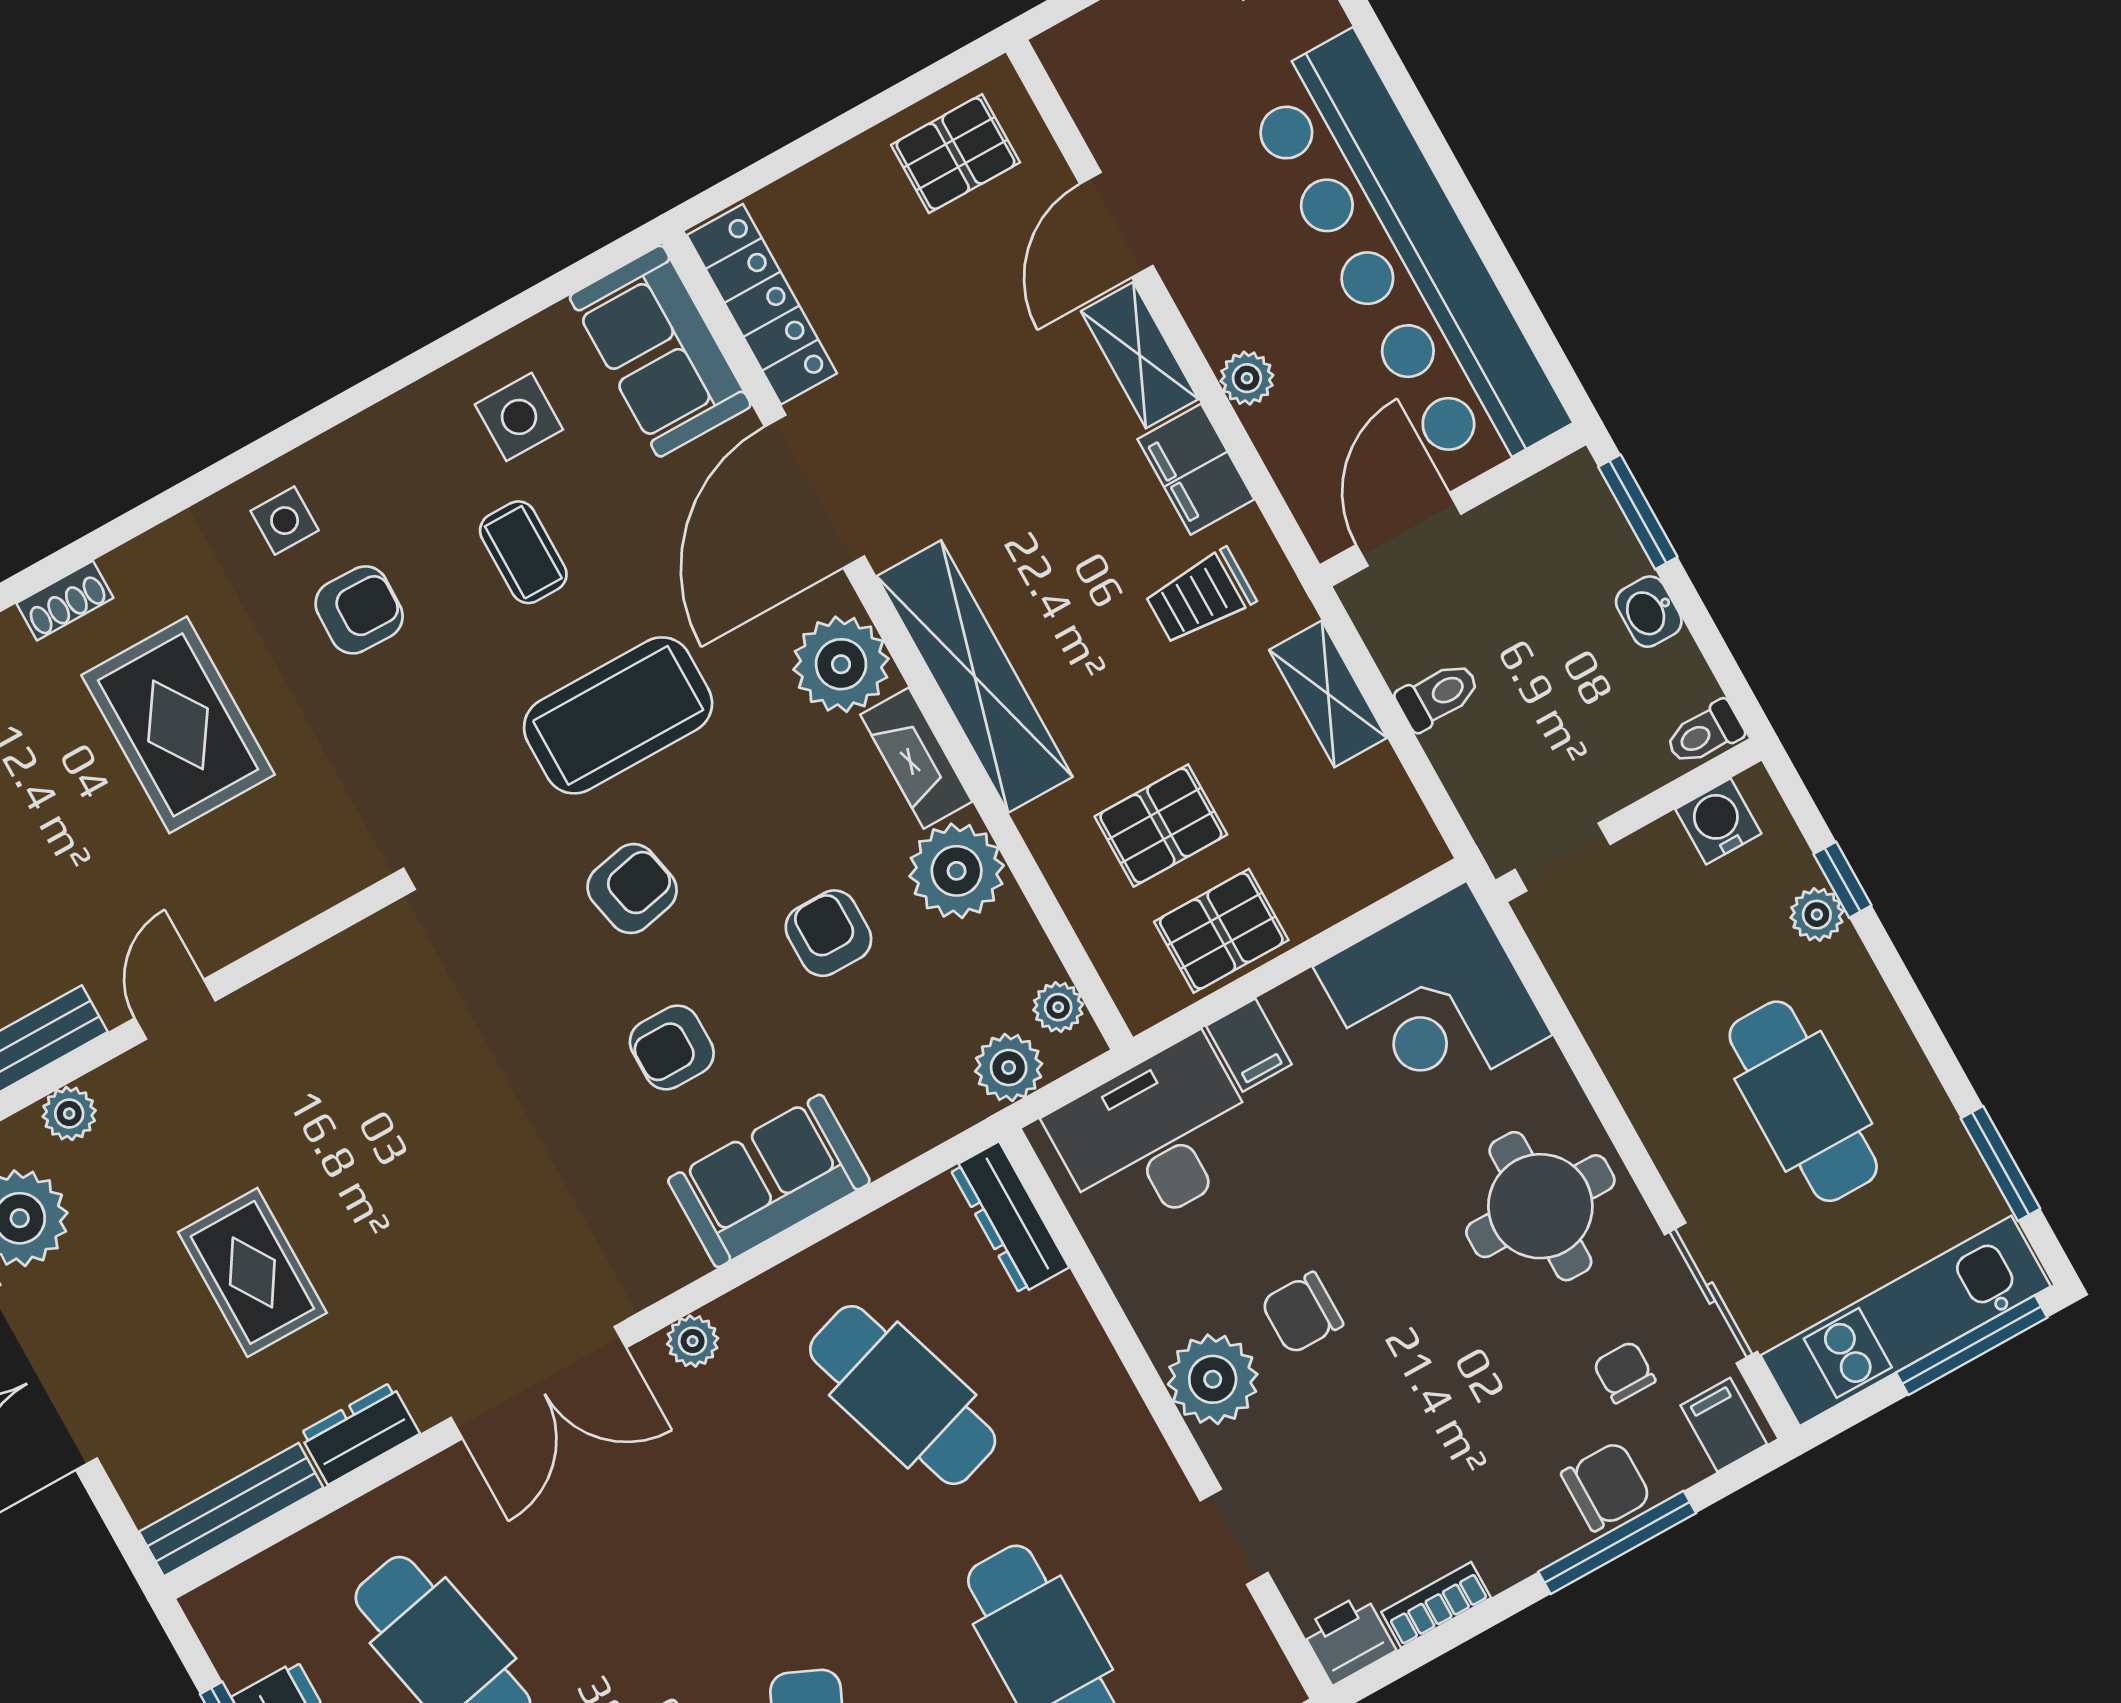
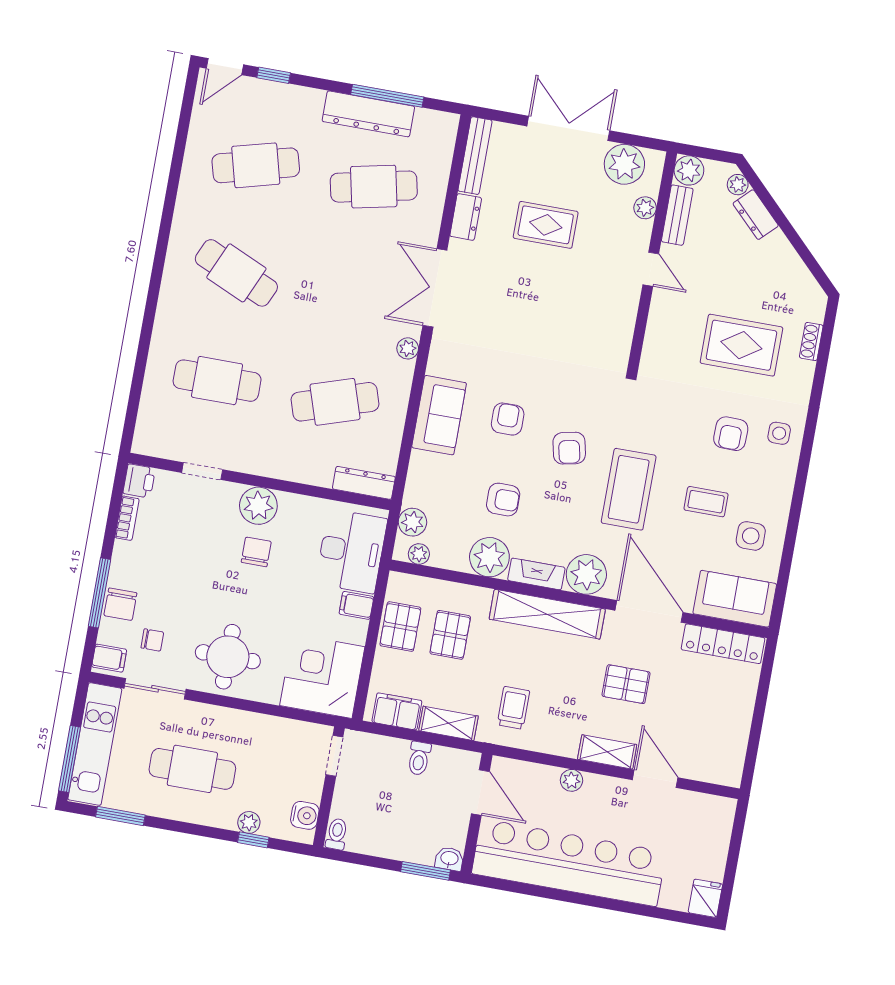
pallet: (956, 154) -> (626, 684), moved, turned 90
filing cabinet: (1196, 469) -> (397, 711), moved
washbasin: (1649, 612) -> (449, 859), moved

